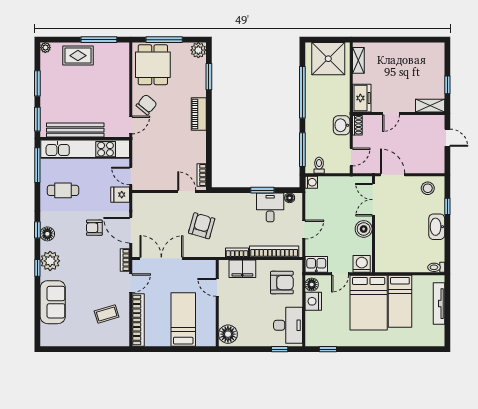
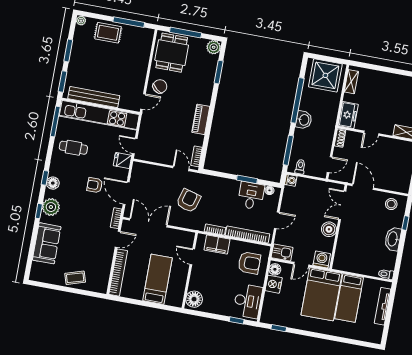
piano: (199, 114) -> (201, 119), moved
washbasin: (342, 125) -> (304, 120), moved, turned 180
coffee table: (107, 314) -> (75, 278), moved

